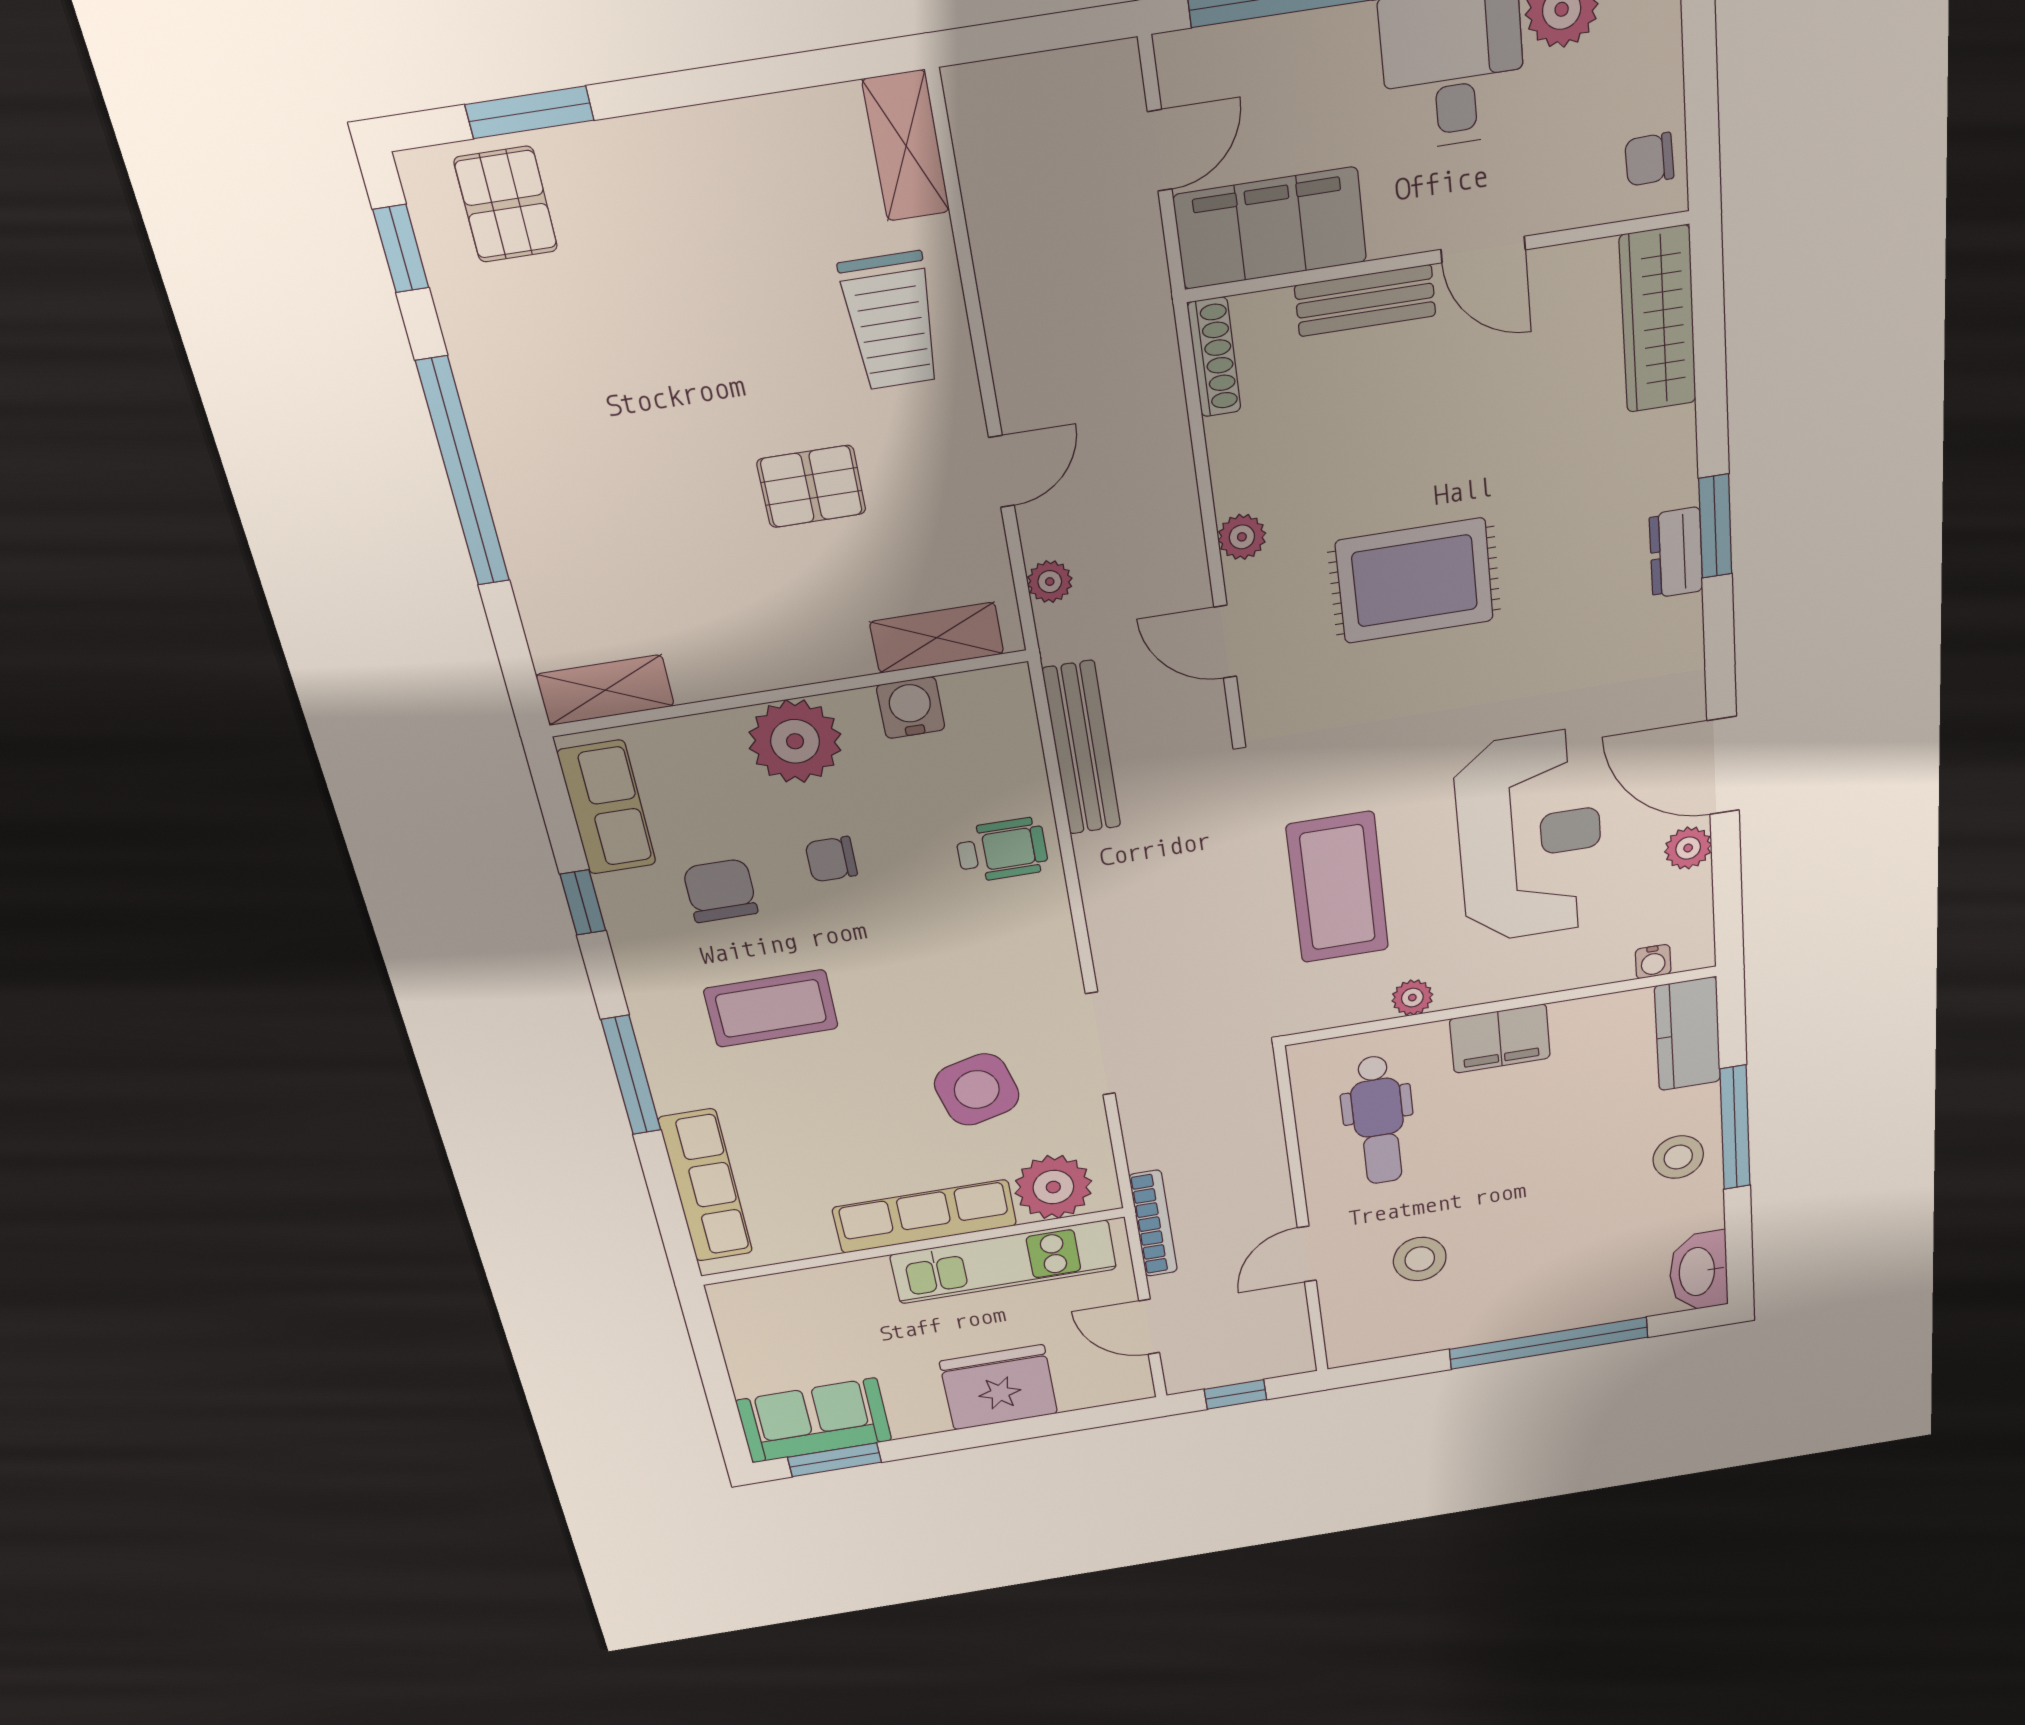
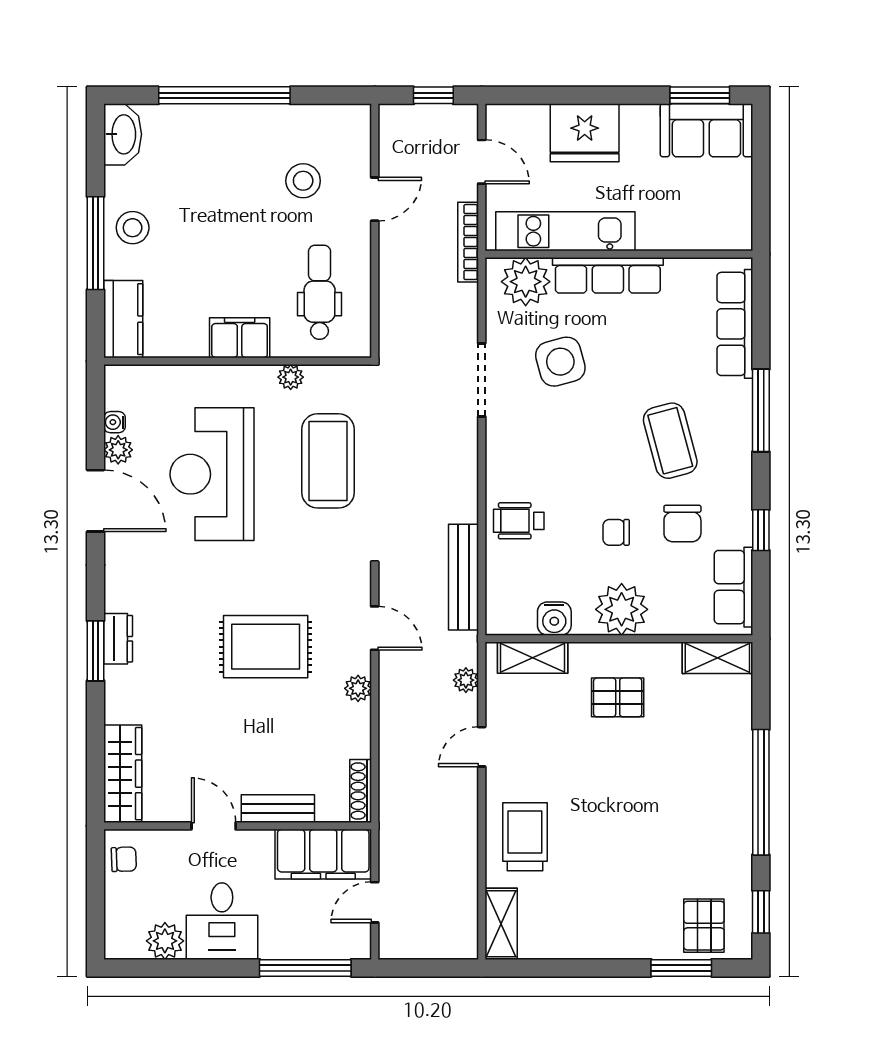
pallet: (811, 486) -> (618, 697), moved
chair: (831, 859) -> (616, 532), turned 180
water cooler: (1653, 962) -> (115, 422), moved, turned -90
coffee table: (771, 1008) -> (670, 441), turned 75

